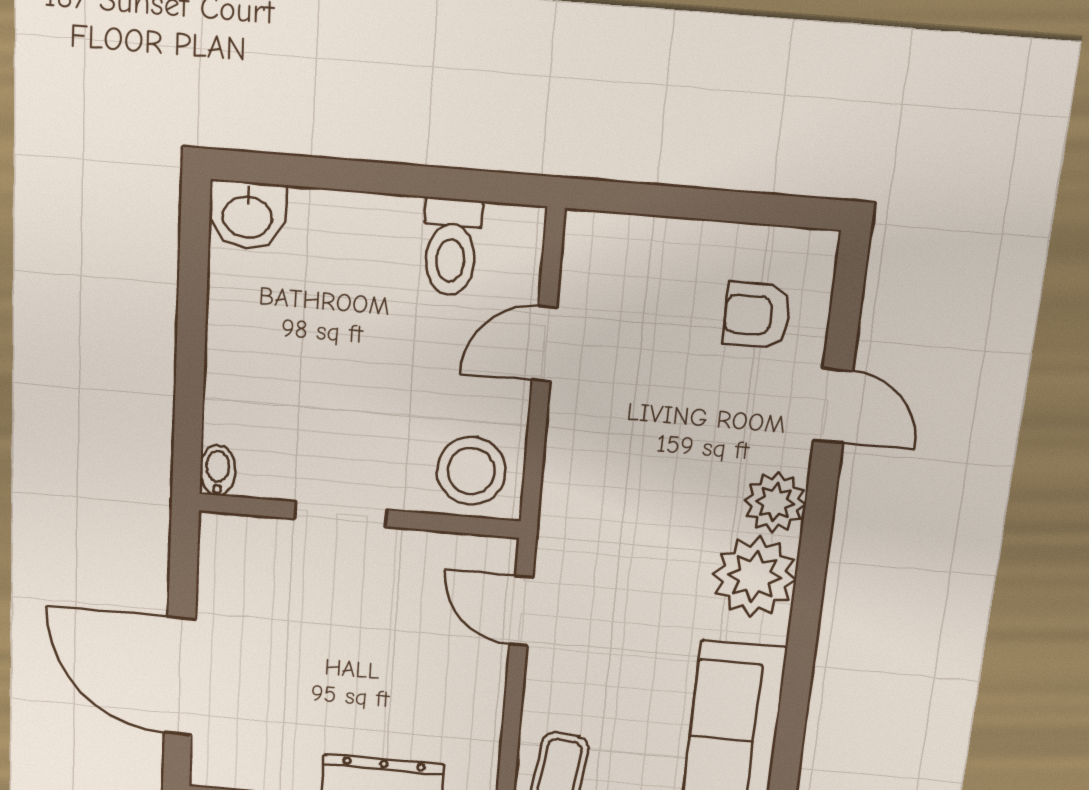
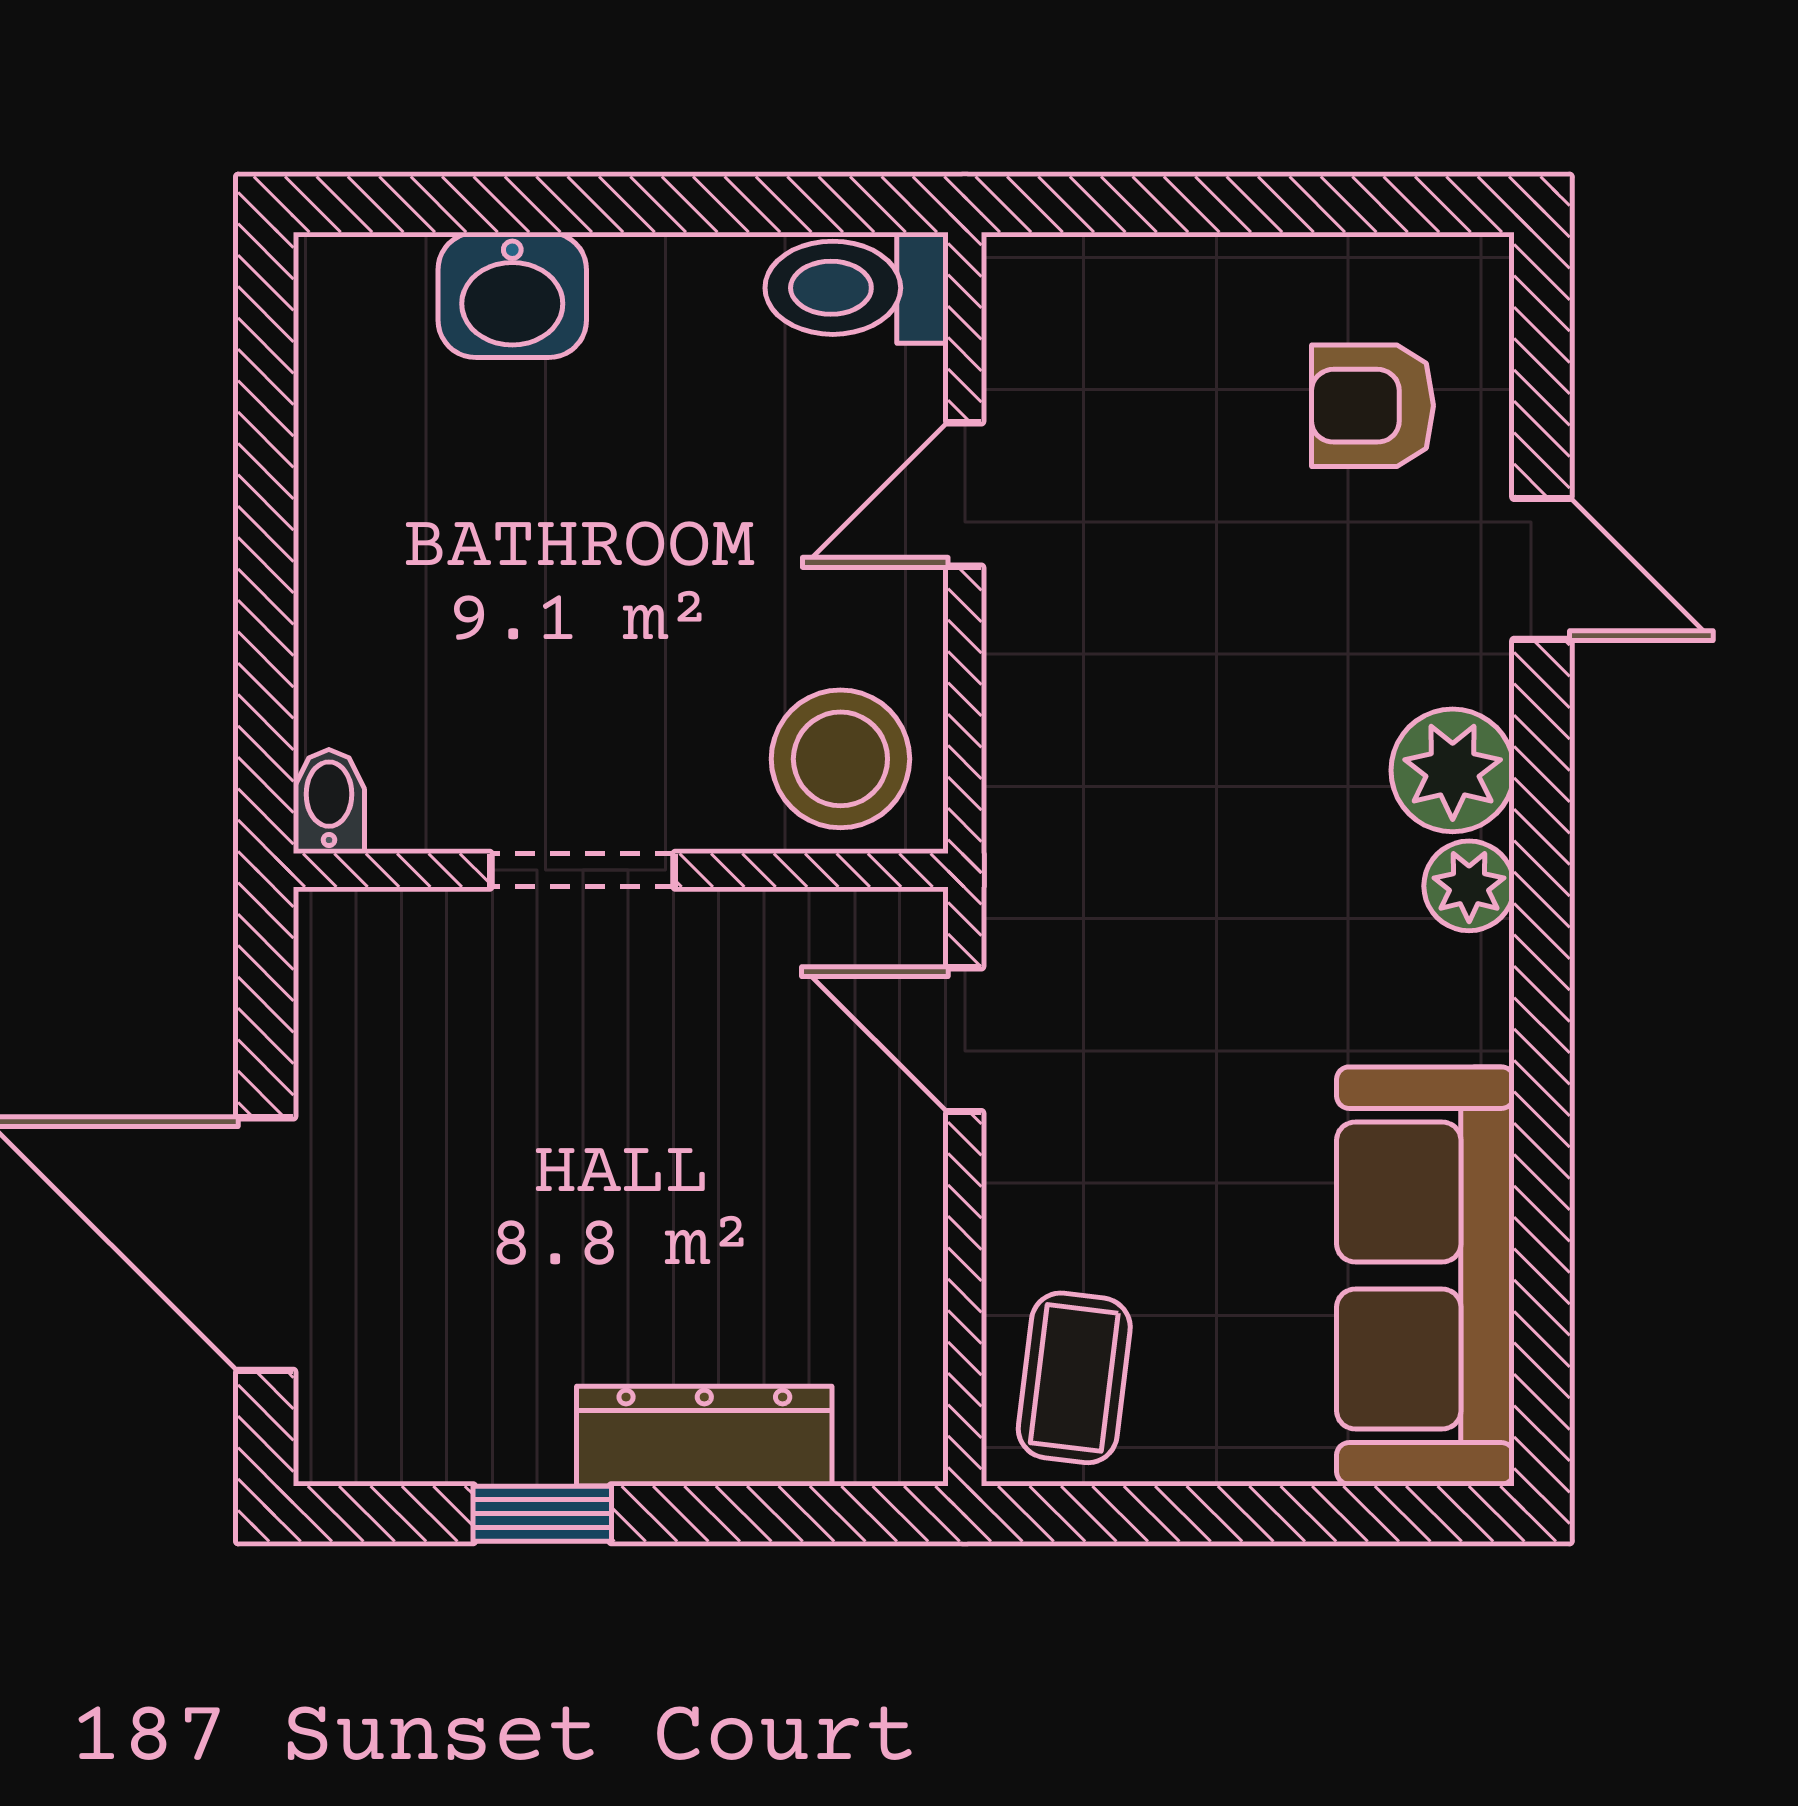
washbasin: (247, 215) -> (512, 295), moved
toilet: (451, 247) -> (857, 288), moved, turned 90
plant: (755, 576) -> (1469, 886), width x0.53, depth x0.53

